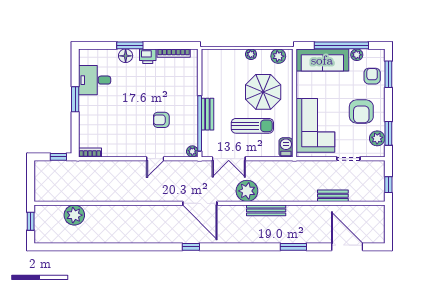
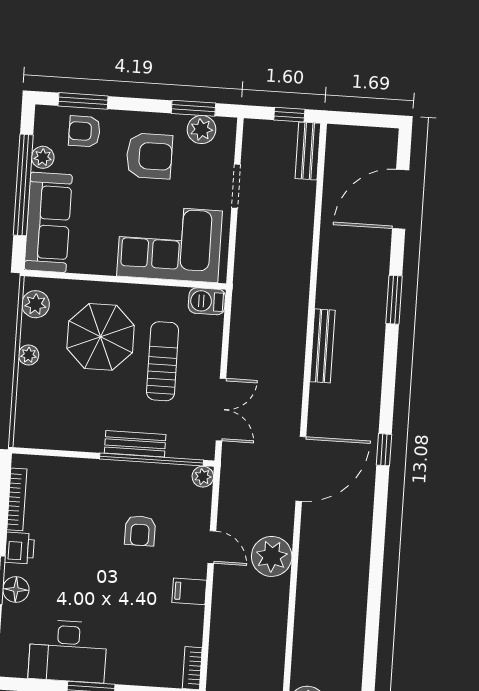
desk: (95, 80) -> (68, 651), width x1.37
filing cabinet: (131, 148) -> (189, 591), added
plant: (247, 191) -> (272, 556), moved
bench: (333, 196) -> (308, 151), moved
window: (191, 247) -> (384, 450), moved

